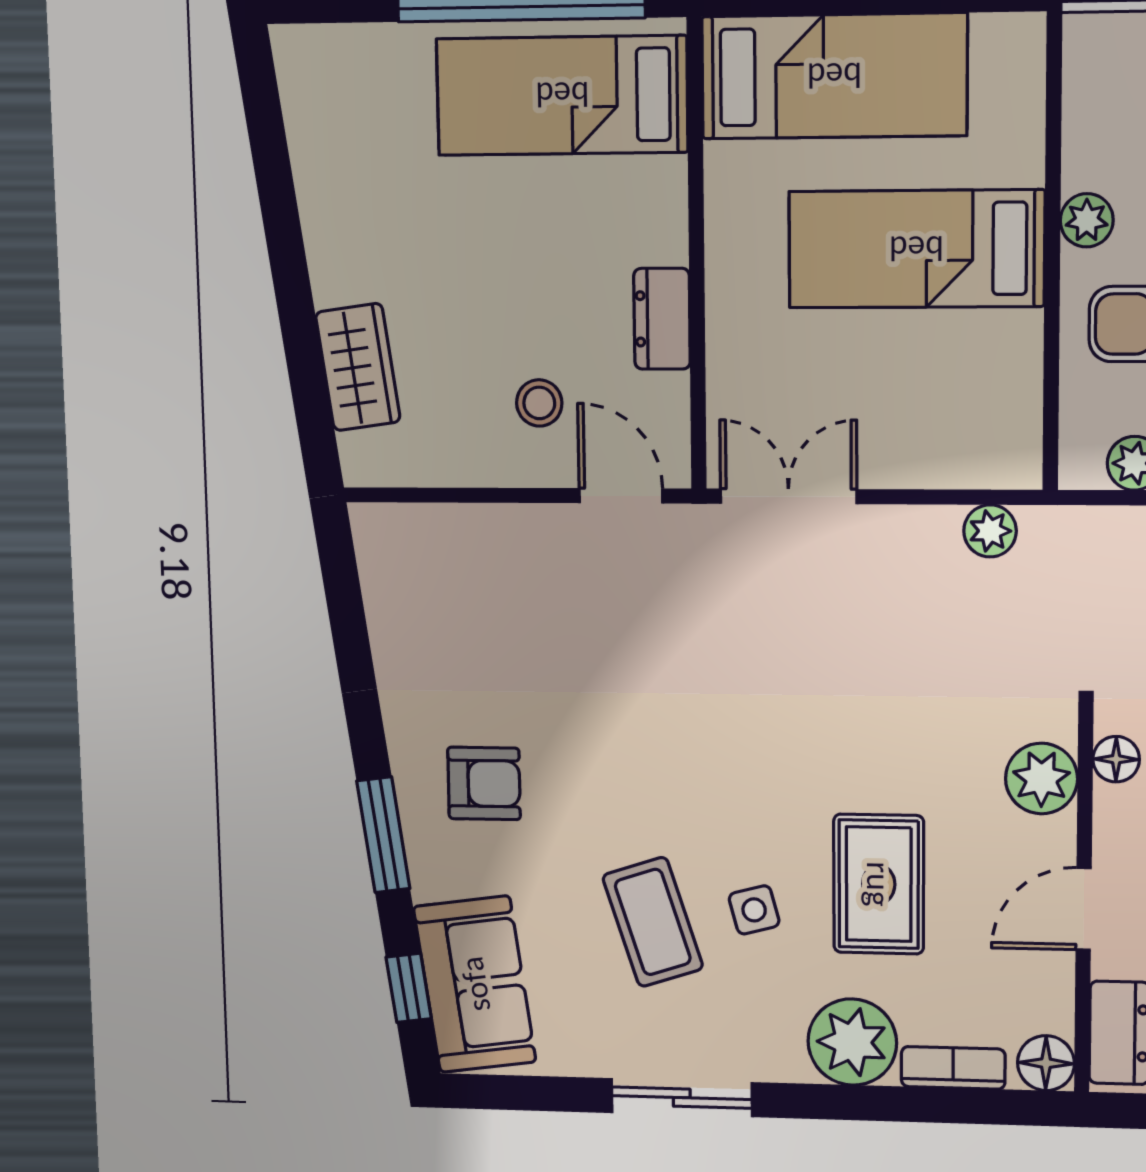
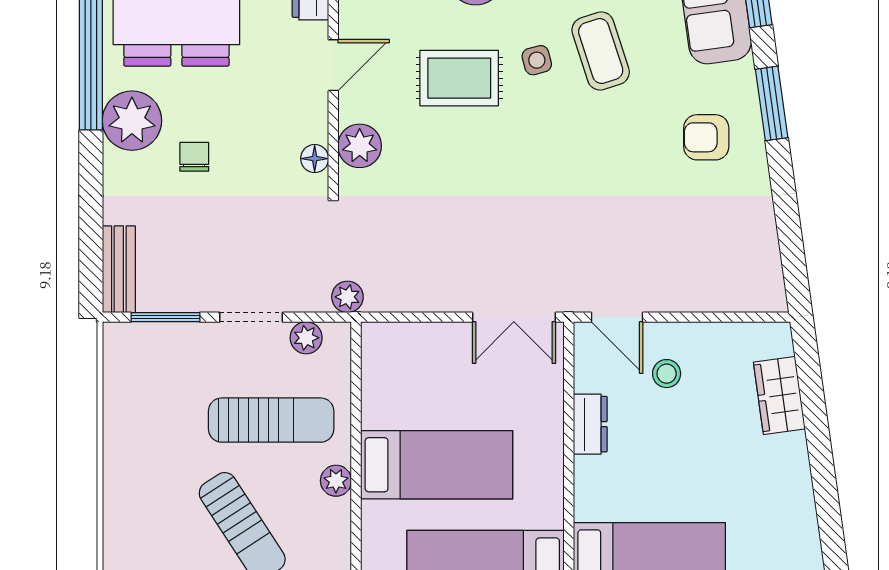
plant: (990, 531) -> (347, 297), moved
rug: (879, 884) -> (459, 78), turned 90

